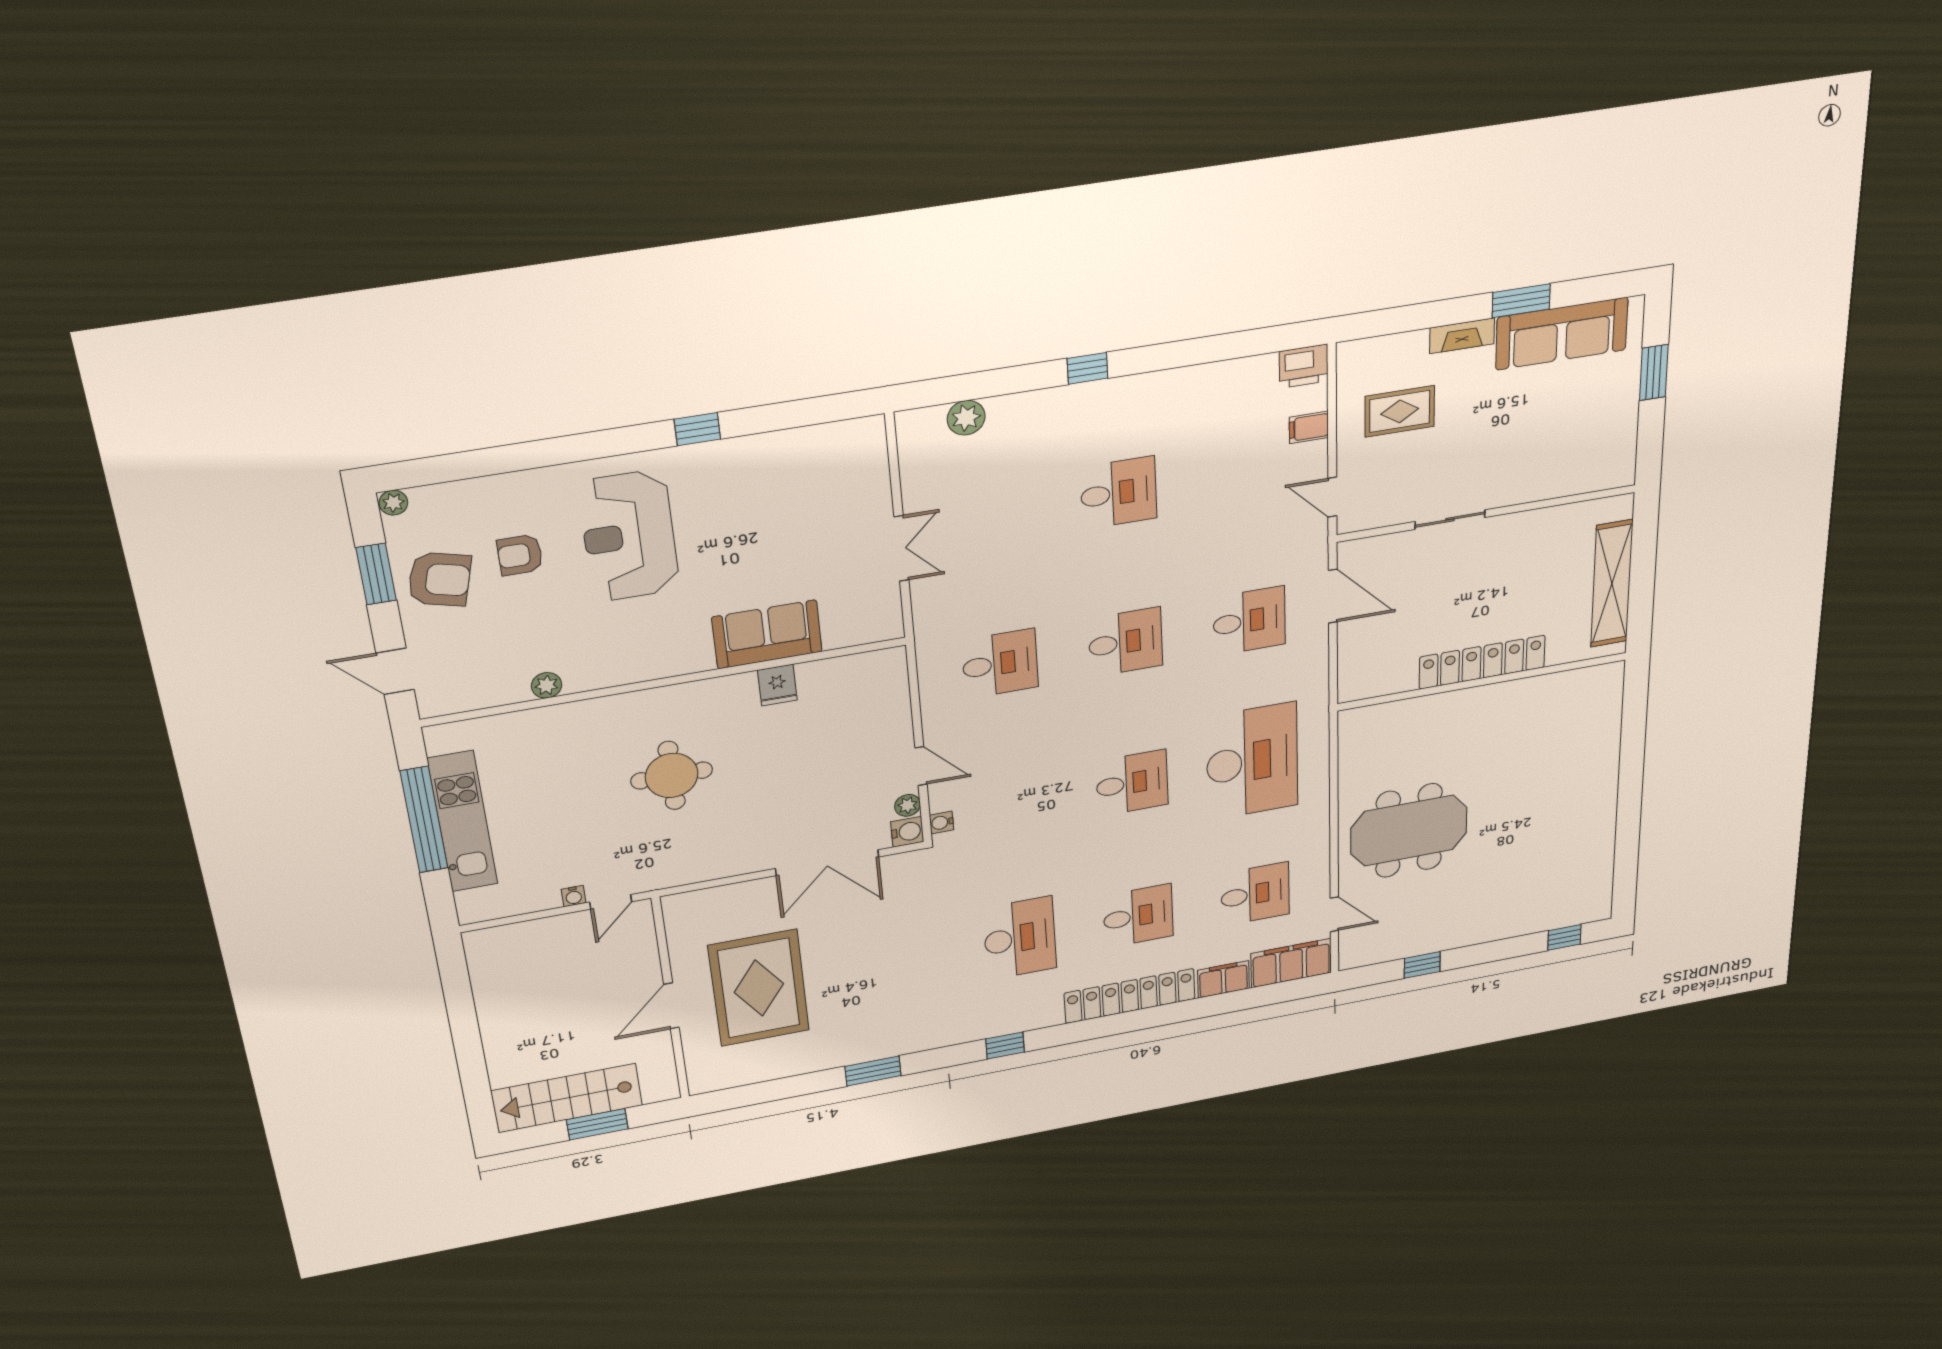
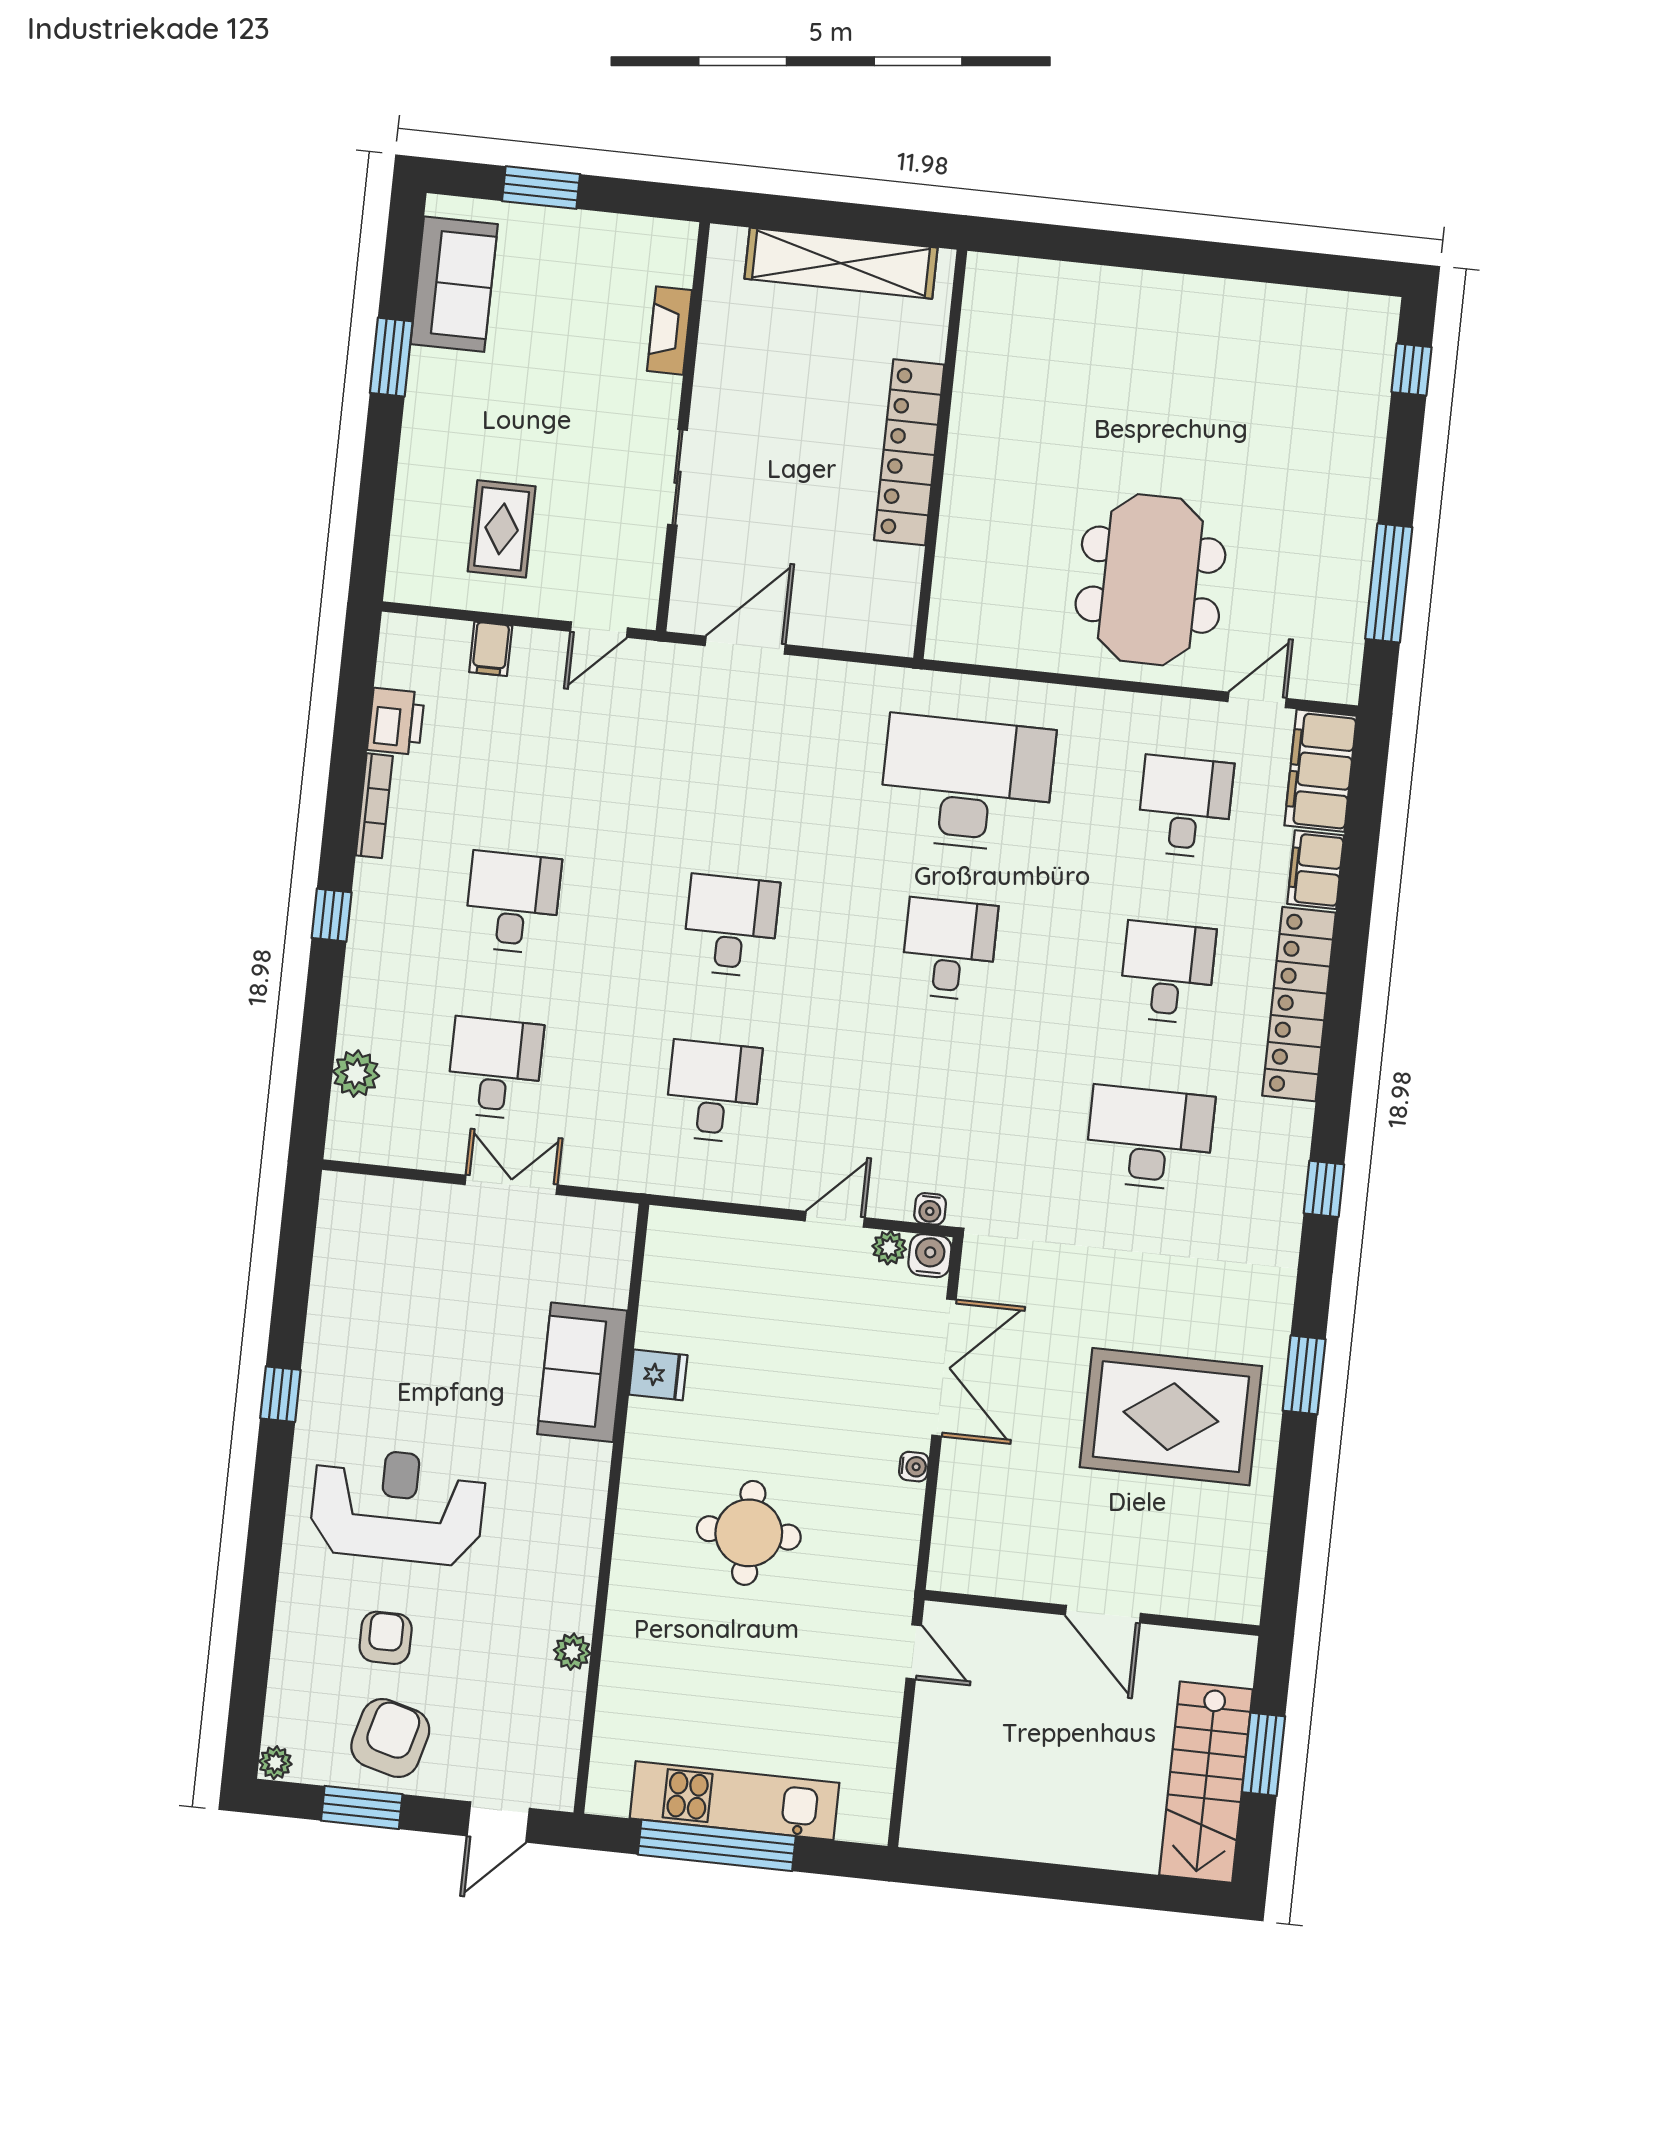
sofa: (1562, 334) -> (454, 284), width x0.73
fireplace: (1462, 336) -> (670, 331), moved, turned 180
printer: (1304, 366) -> (396, 721), moved
bookcase: (1178, 377) -> (374, 806), added
reception desk: (629, 536) -> (398, 1506), turned 180
armchair: (520, 555) -> (386, 1638), turned 180
desk: (1249, 621) -> (495, 1068), moved
water cooler: (574, 896) -> (914, 1467), moved
window: (1422, 965) -> (1389, 583), width x2.17
rug: (759, 988) -> (1171, 1417), moved

